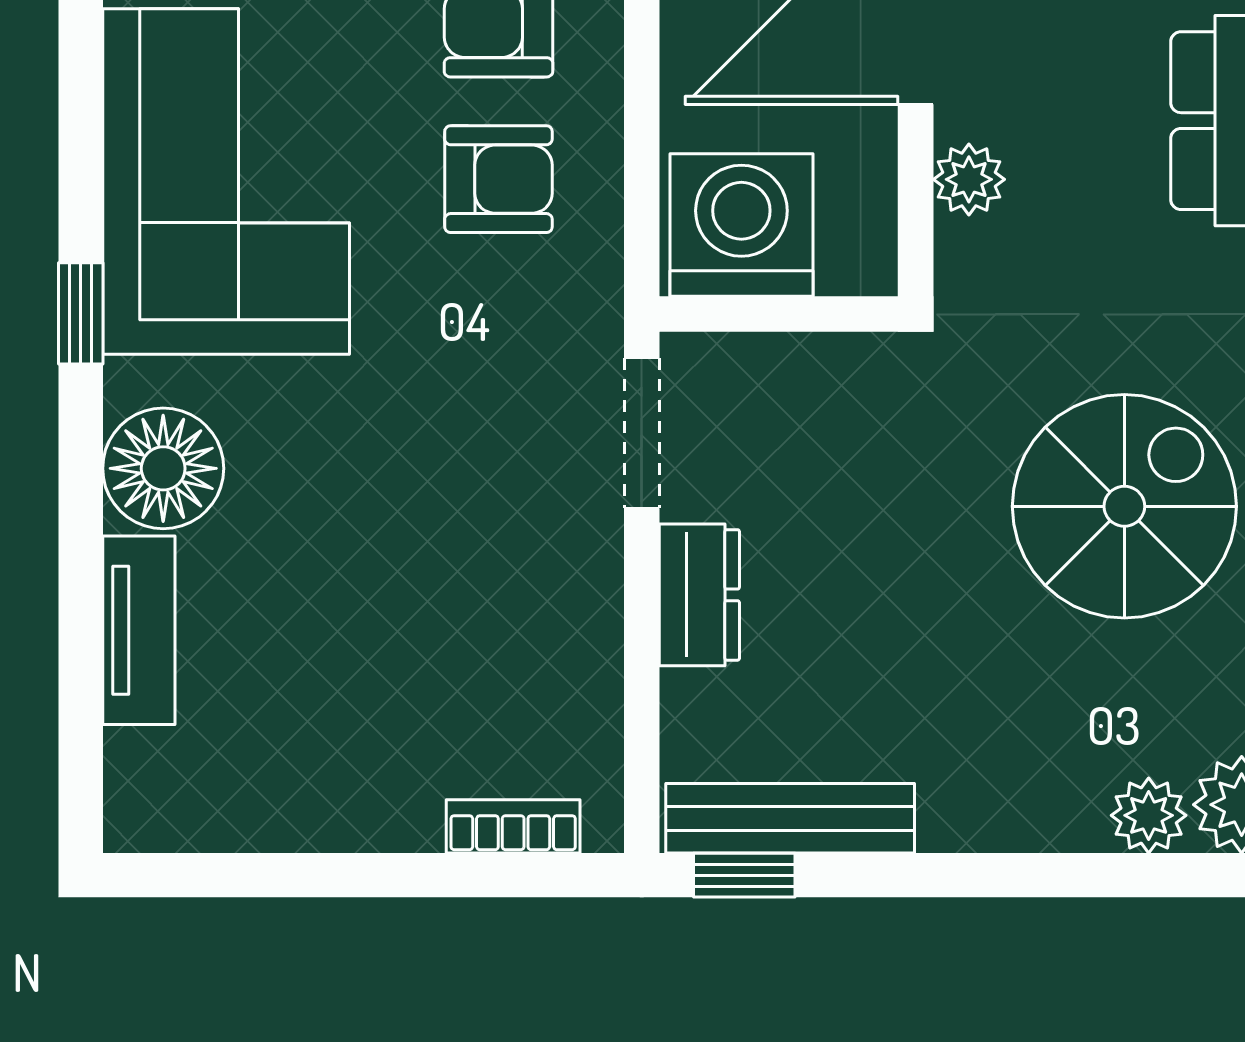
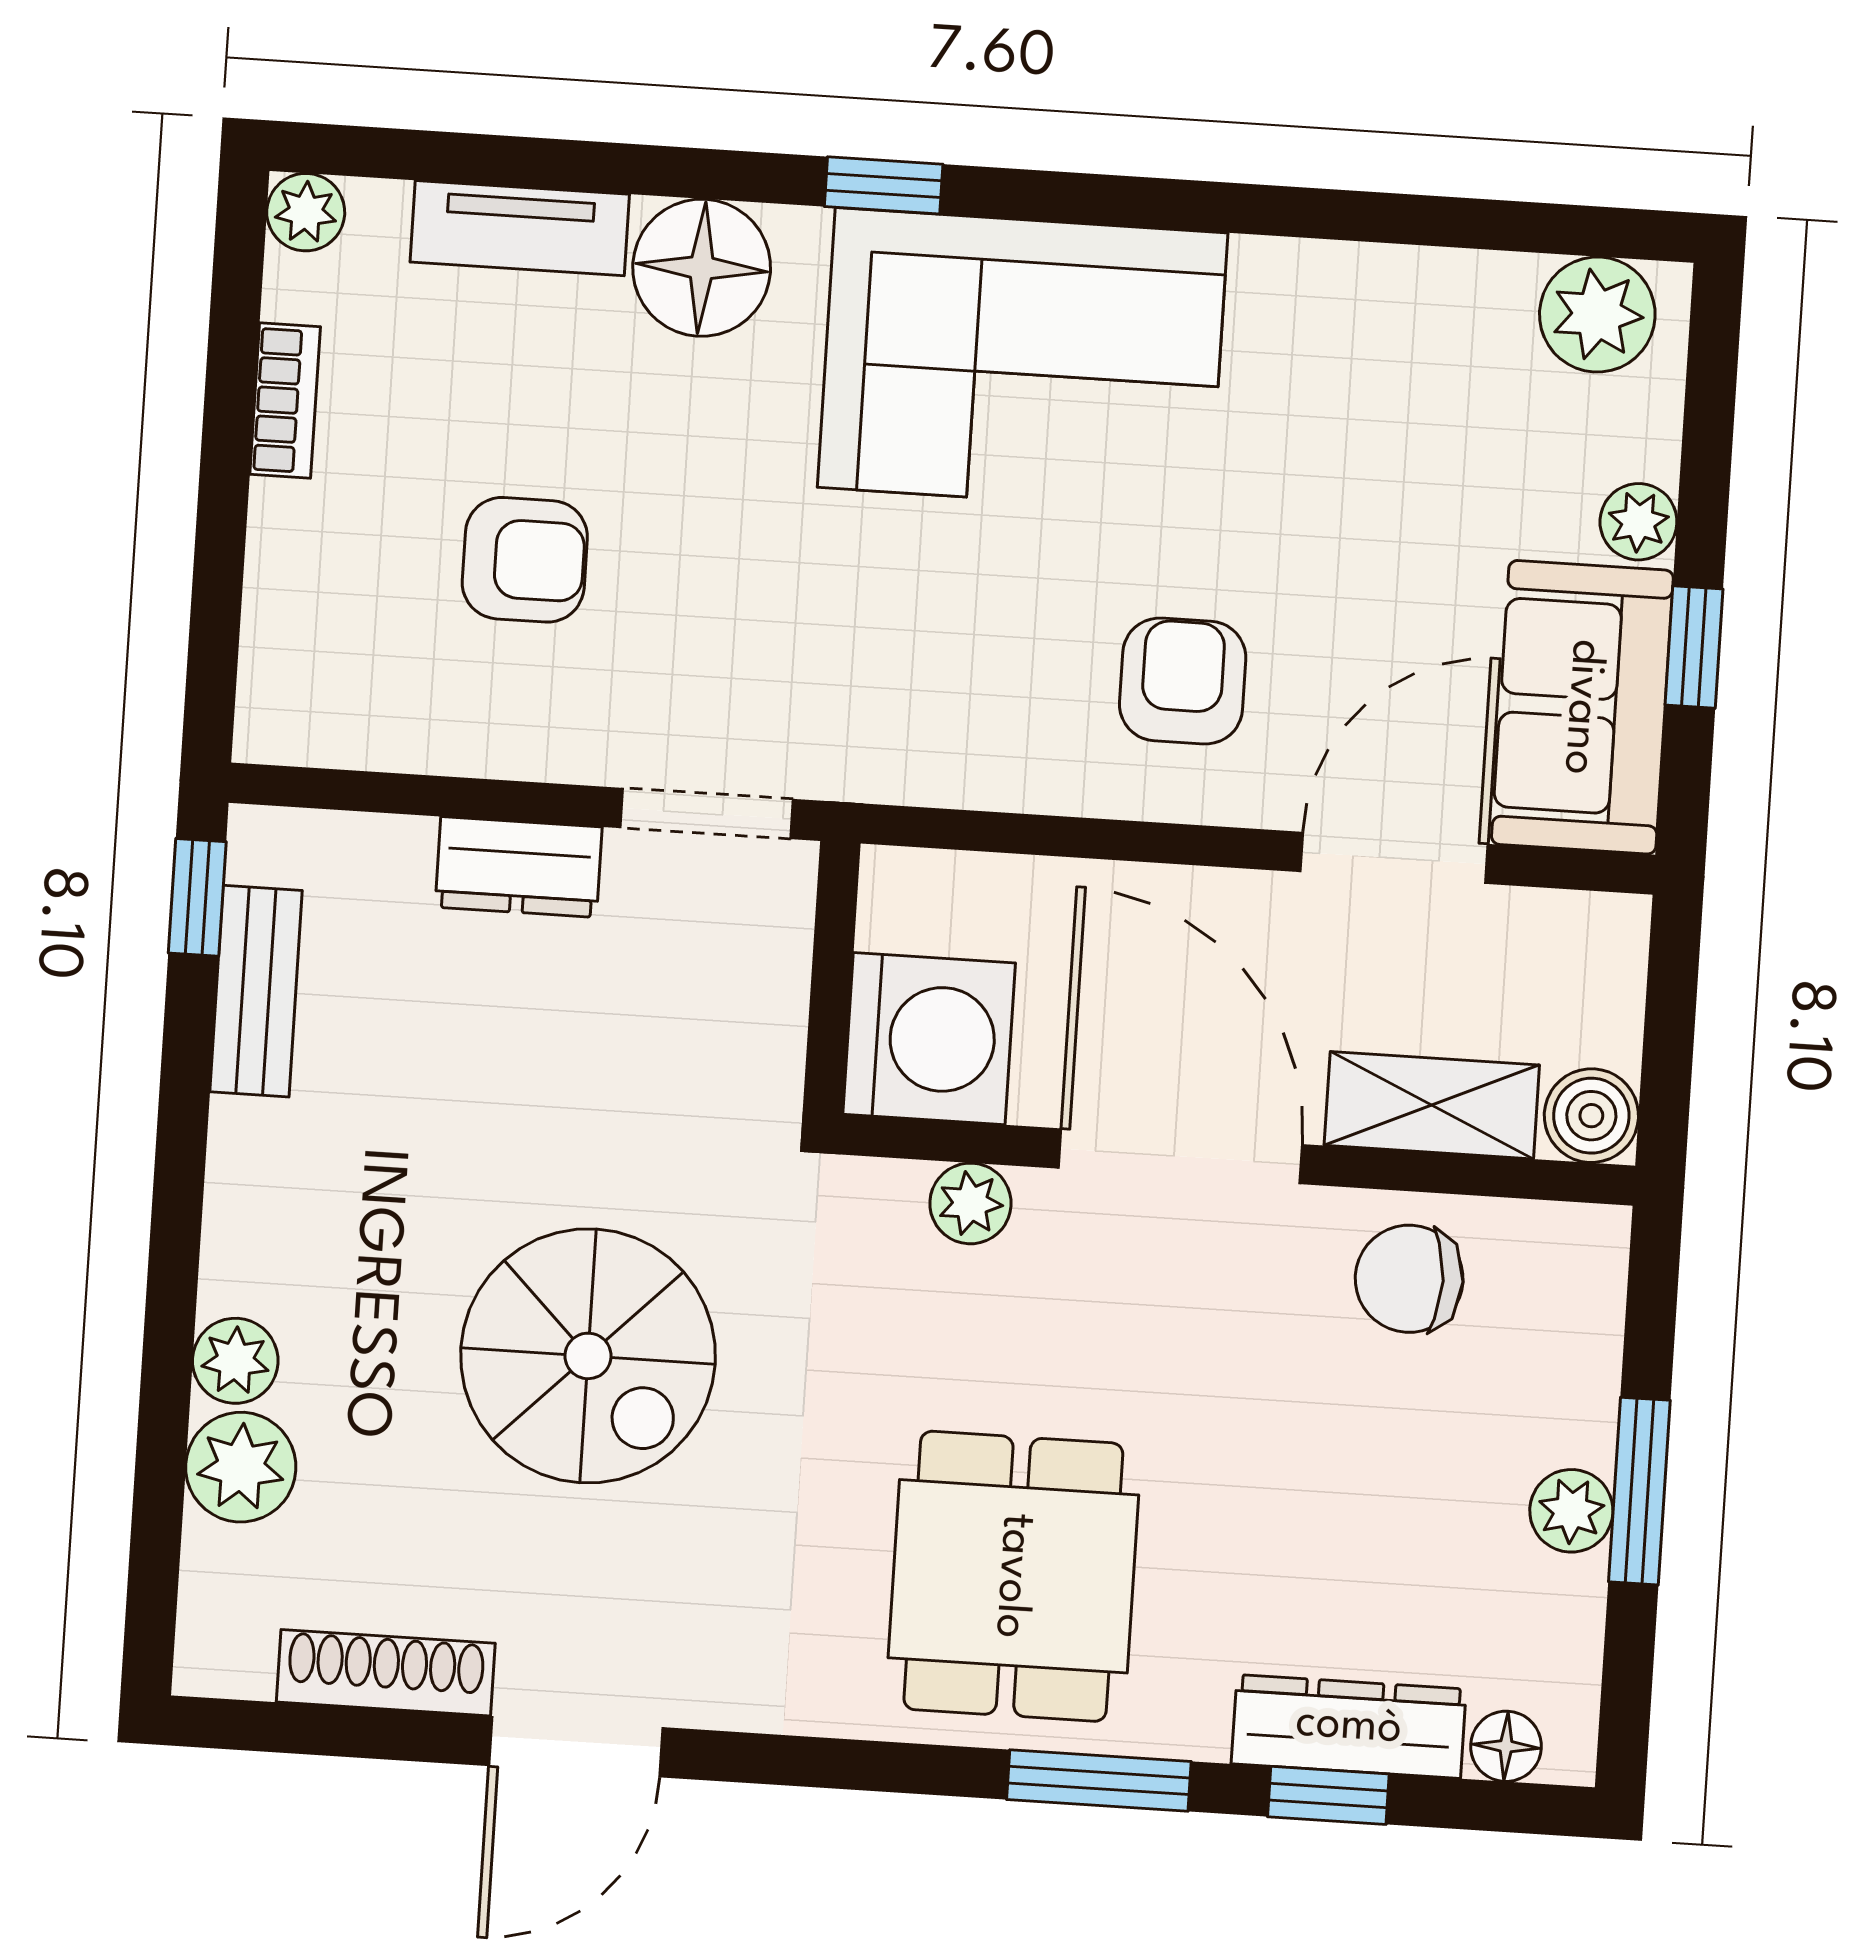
armchair: (498, 179) -> (525, 560), moved, turned -90
washing machine: (741, 225) -> (929, 1039), moved
bench: (790, 818) -> (256, 991), width x0.73
plant: (137, 819) -> (306, 212), added
bookcase: (513, 826) -> (285, 401), moved

